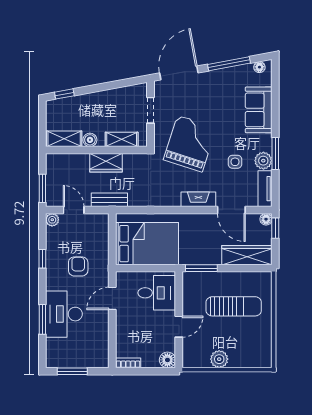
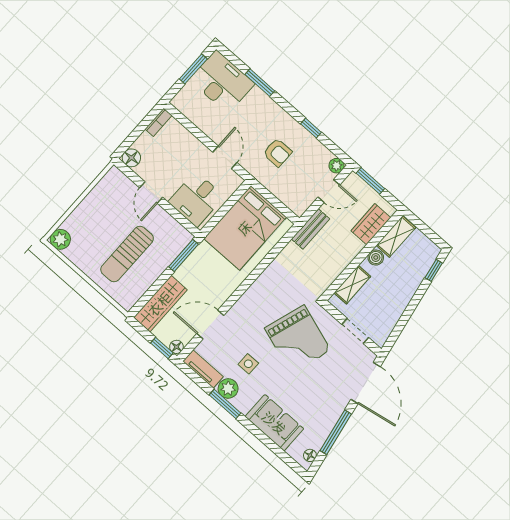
wardrobe: (106, 163) -> (371, 224), moved
fireplace: (198, 199) -> (244, 305), removed
desk: (64, 314) -> (222, 82), moved
plant: (219, 359) -> (60, 239), moved

